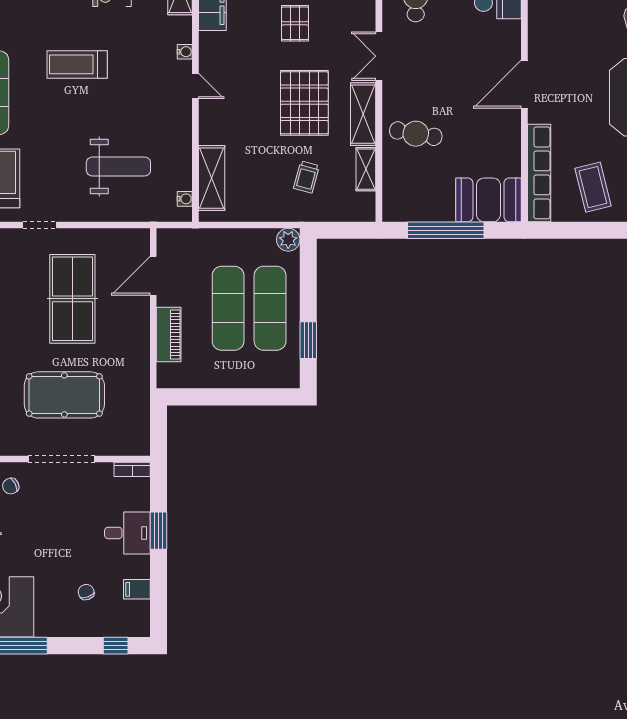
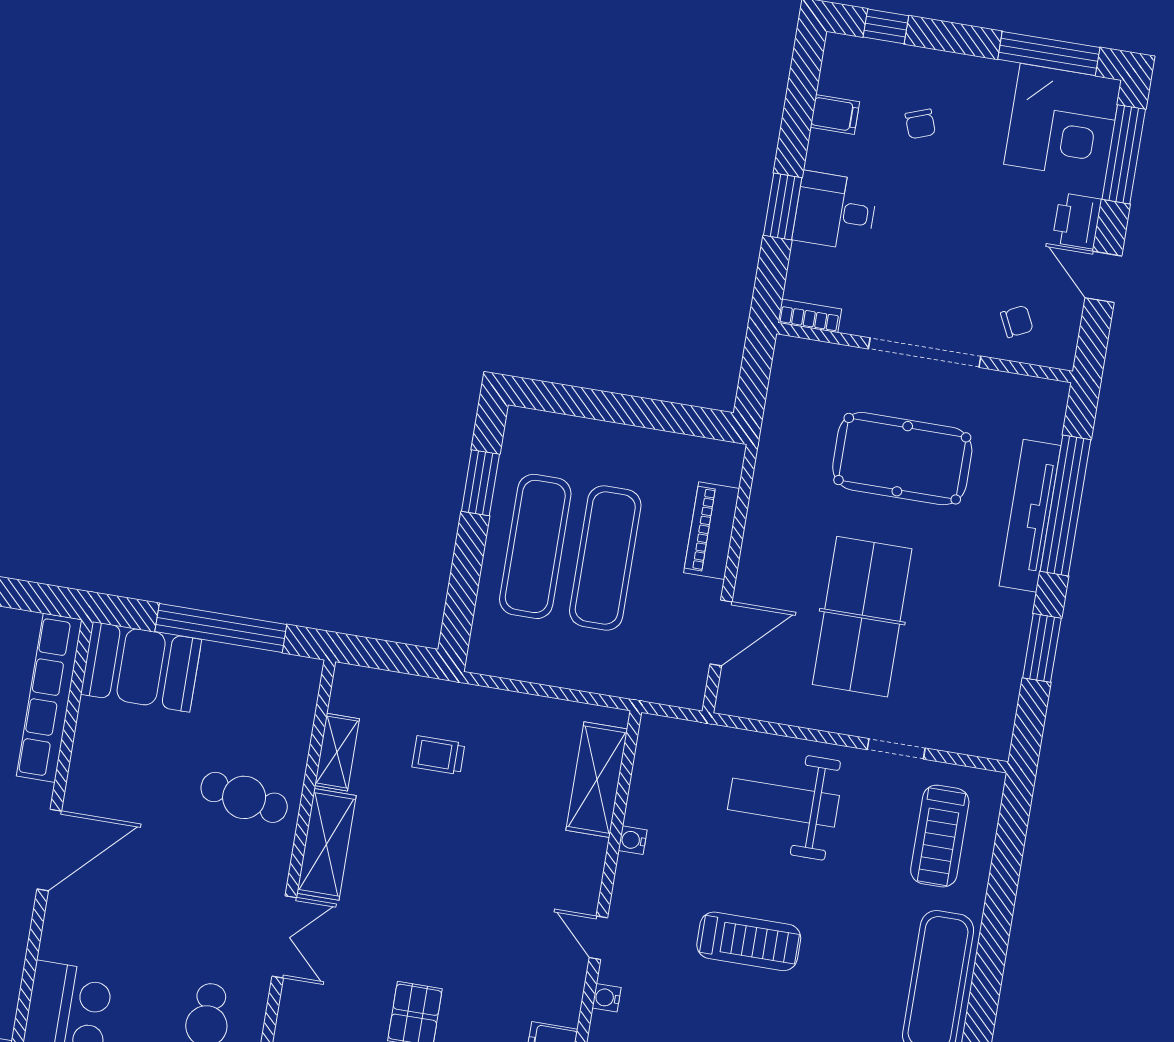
treadmill: (77, 64) -> (749, 941), moved
pallet: (304, 103) -> (421, 880), removed
weight bench: (118, 166) -> (783, 803), moved
trolley: (306, 177) -> (438, 755), turned -105
water cooler: (185, 199) -> (633, 840), moved
plant: (288, 240) -> (486, 656), removed

